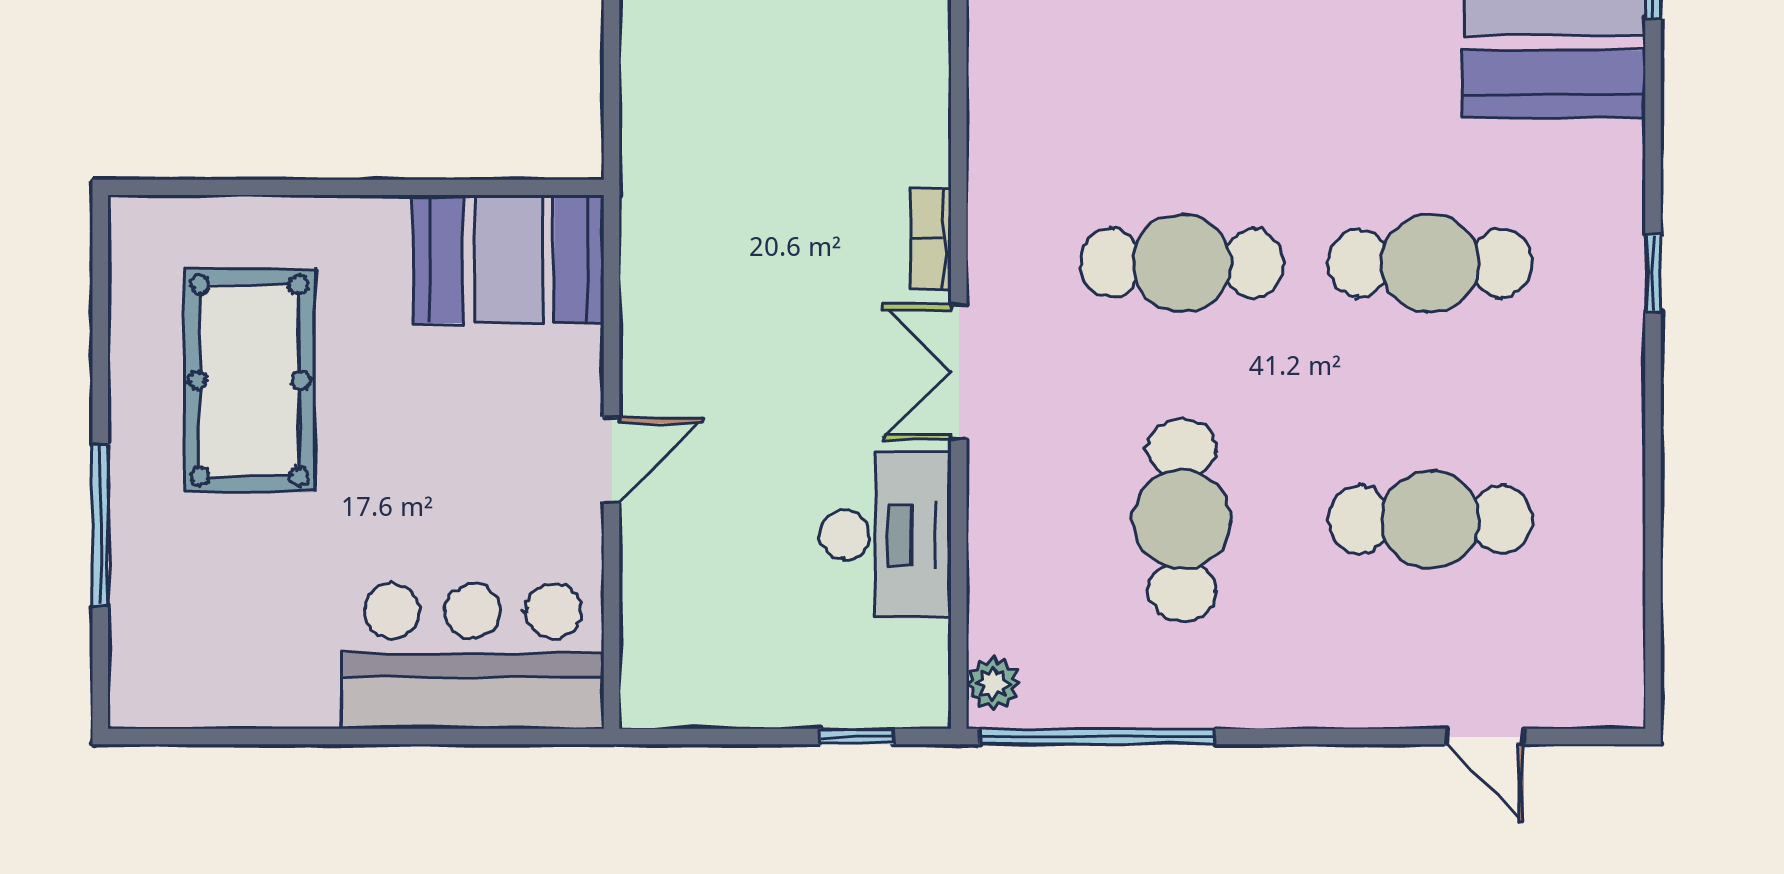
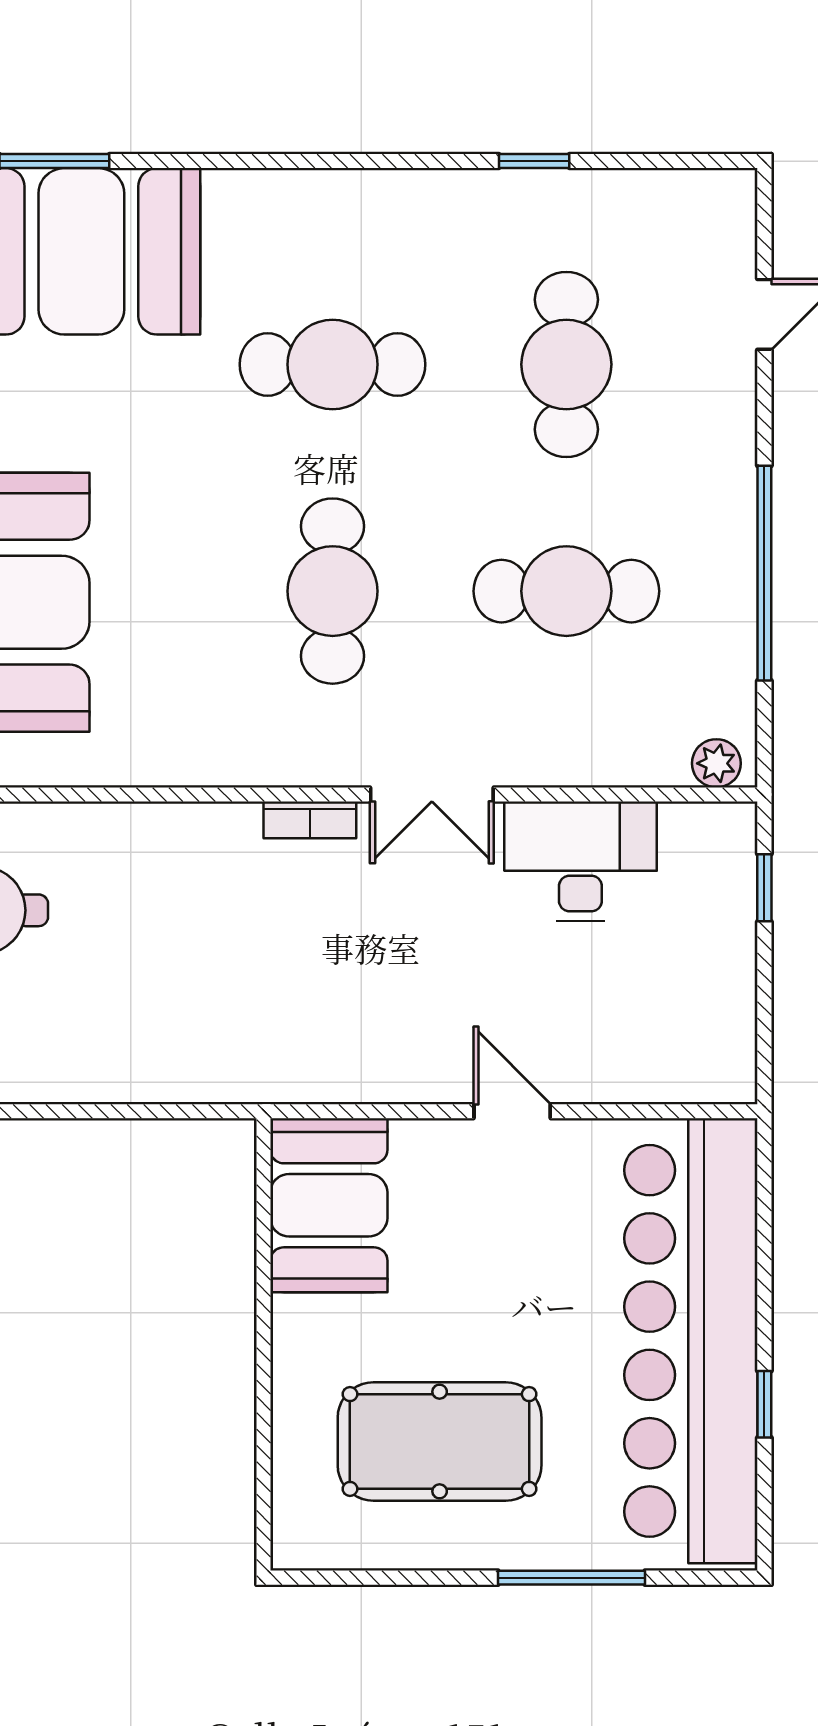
cafe table: (1430, 263) -> (333, 364), turned 90
window: (1653, 273) -> (534, 161), moved
bar counter: (473, 656) -> (691, 1341), width x1.86
window: (290, 737) -> (764, 1404), added
window: (1097, 737) -> (764, 573), moved

